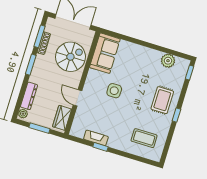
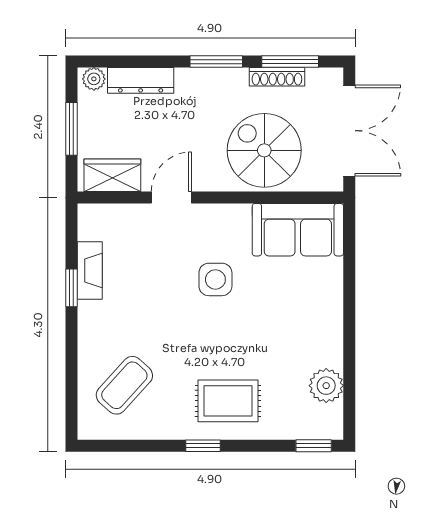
spiral stairs: (70, 57) -> (264, 150), turned 180
coffee table: (144, 138) -> (124, 385), turned 42

